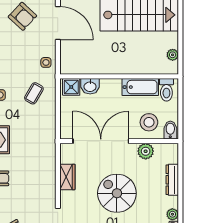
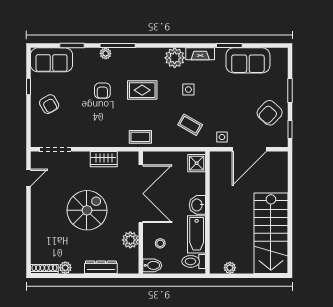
door: (58, 23) -> (249, 149), moved
washbasin: (90, 86) -> (197, 205), moved
stool: (149, 122) -> (160, 243), width x0.53, depth x0.53
coffee table: (46, 141) -> (140, 137), added

